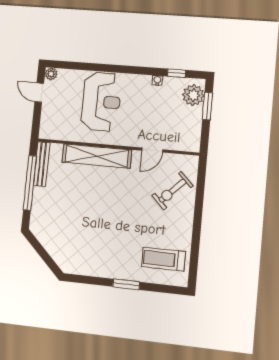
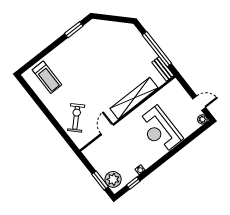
bench: (42, 164) -> (163, 69), width x0.73
treadmill: (163, 259) -> (47, 77), turned 90
window: (126, 284) -> (74, 30), moved

